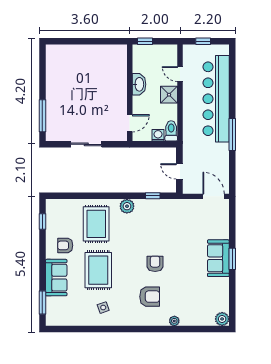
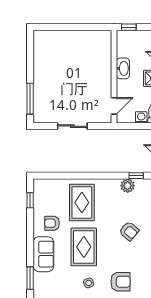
plant: (127, 206) -> (128, 186), moved
armchair: (155, 264) -> (129, 231), moved, turned 130
armchair: (150, 297) -> (121, 282), moved

